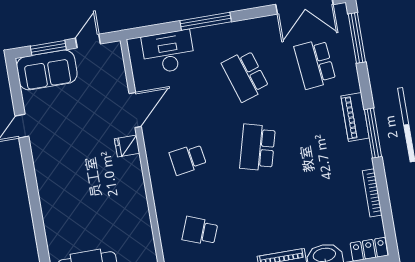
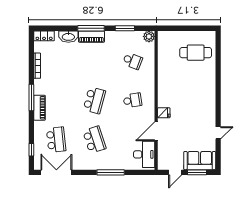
window: (357, 38) -> (31, 150), width x0.46
desk: (168, 52) -> (144, 154), moved, turned -90

